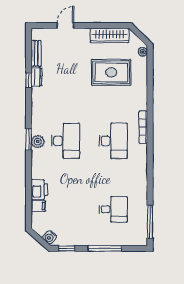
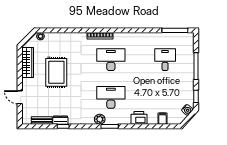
rug: (111, 72) -> (56, 72), moved
plant: (38, 142) -> (100, 119), moved
printer: (39, 190) -> (139, 118), moved

